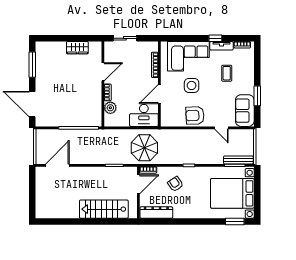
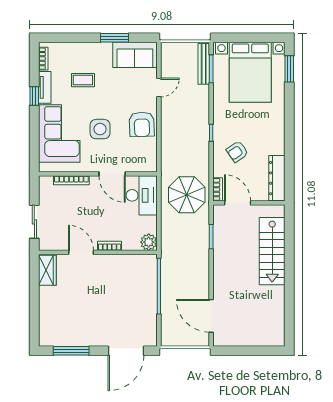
wardrobe: (77, 48) -> (47, 270), moved
plant: (110, 108) -> (149, 242), moved

